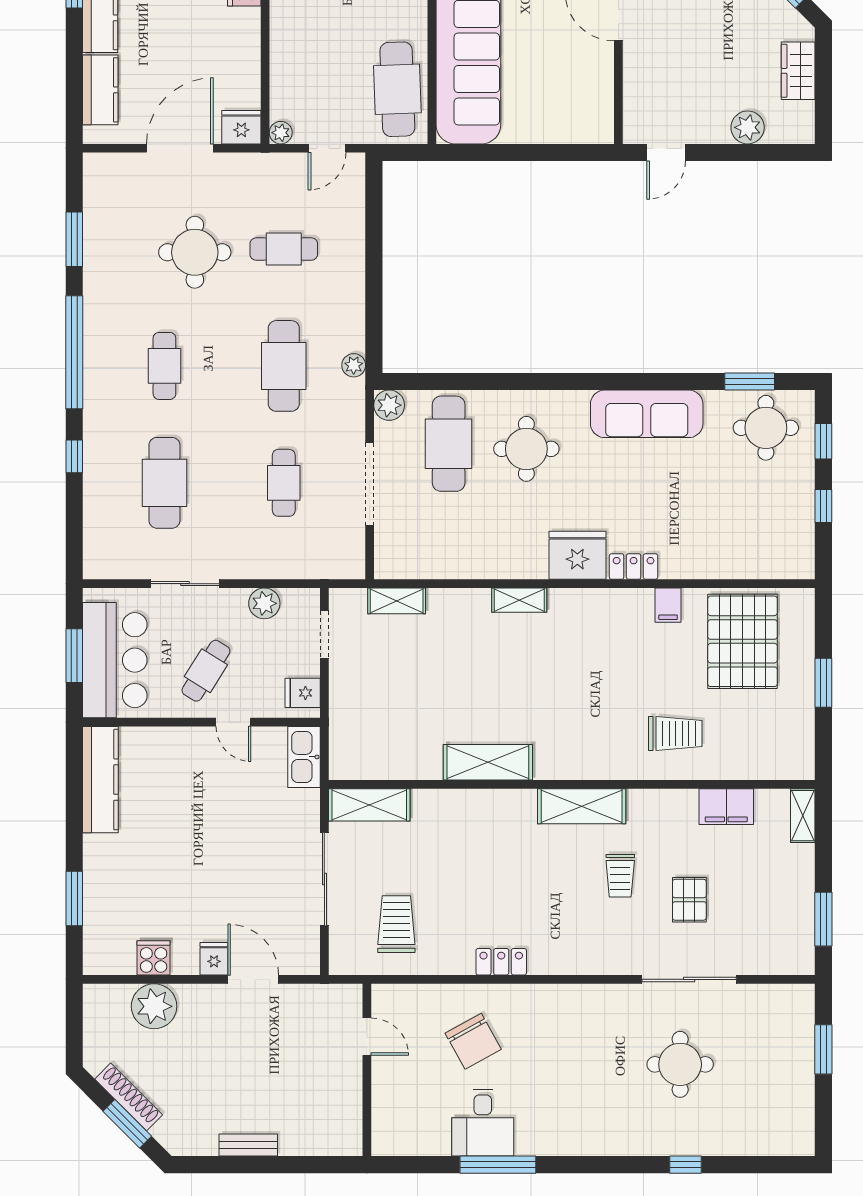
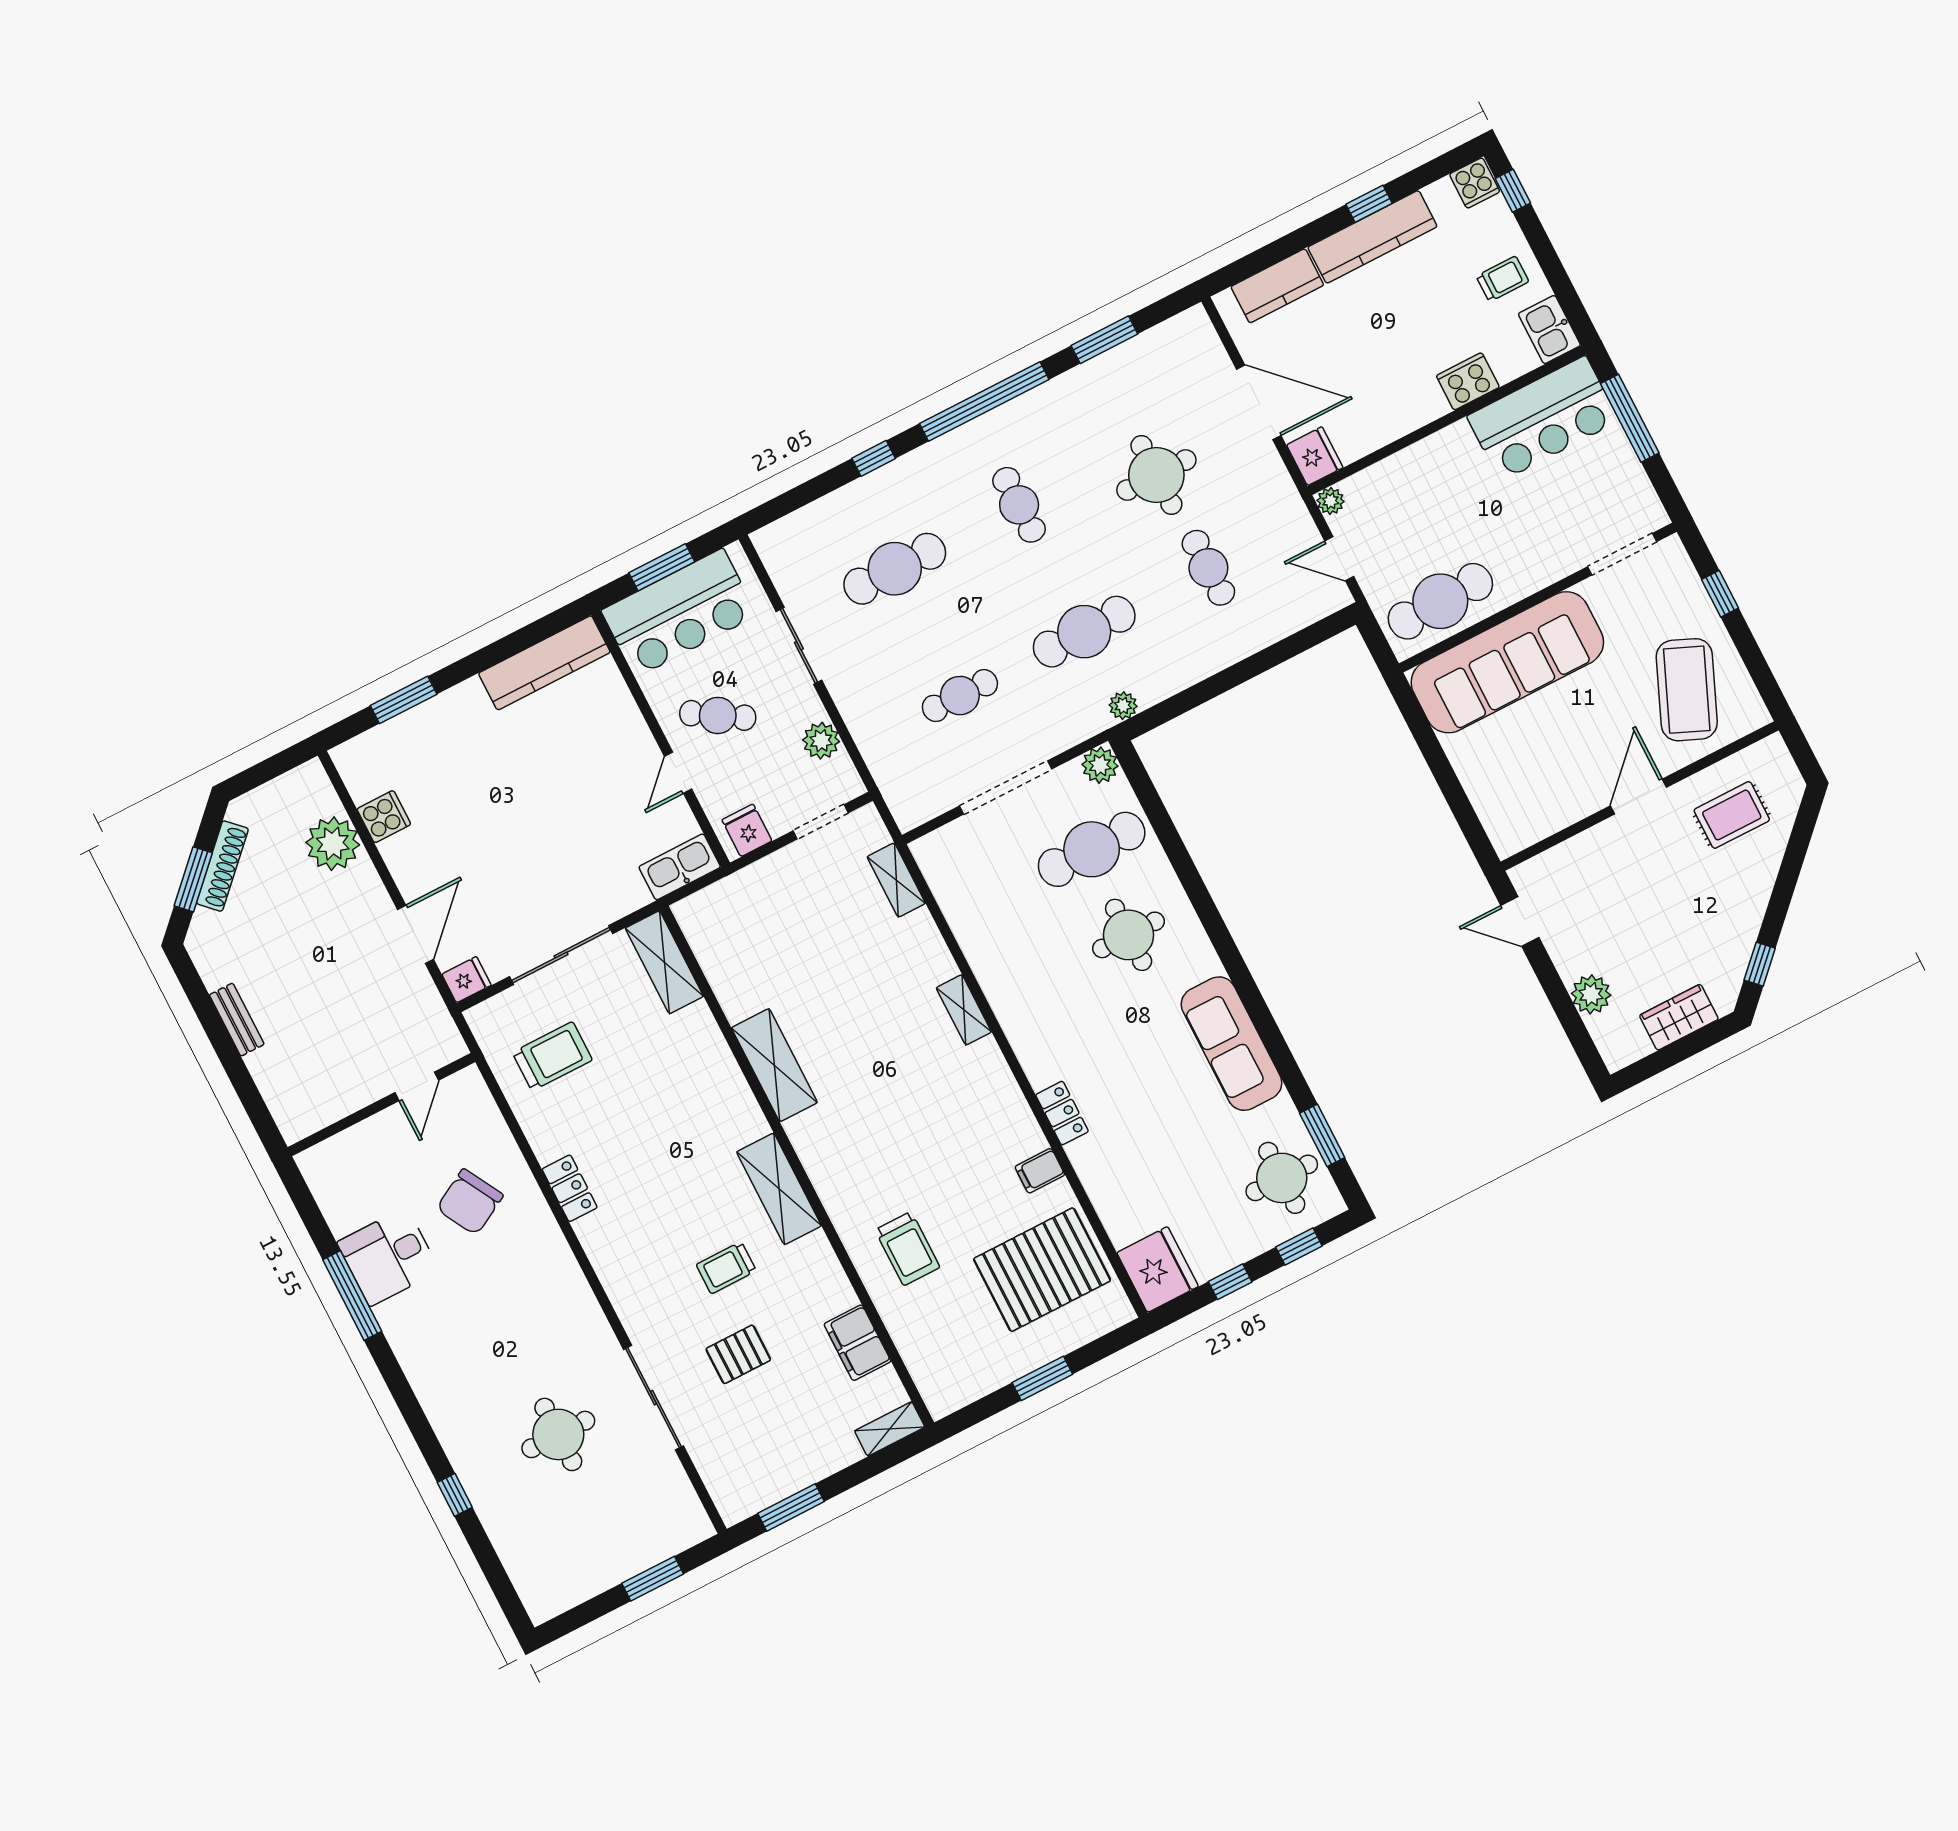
cafe table: (164, 366) -> (1019, 505), turned 90
fridge: (577, 555) -> (1158, 1270), moved
fridge: (214, 959) -> (466, 980), moved

